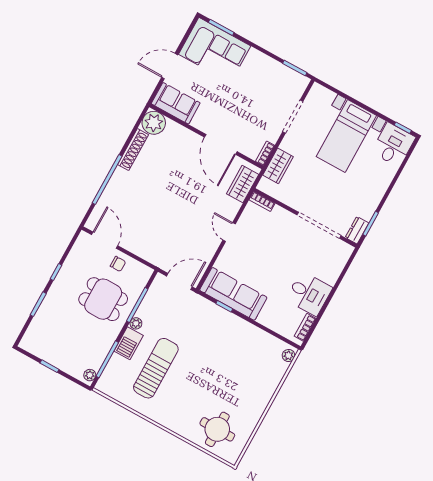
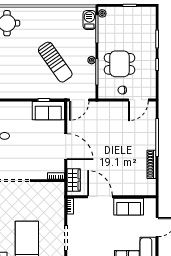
sofa: (176, 103) -> (129, 207), moved
plant: (154, 123) -> (148, 187), removed
wardrobe: (278, 166) -> (58, 203), removed
door: (229, 232) -> (66, 147), width x1.87
door: (105, 240) -> (138, 100), hinge flipped
sofa: (233, 294) -> (48, 111), width x0.73
barbecue: (129, 343) -> (89, 20), moved
sun lounger: (156, 368) -> (55, 62), moved, turned -35

